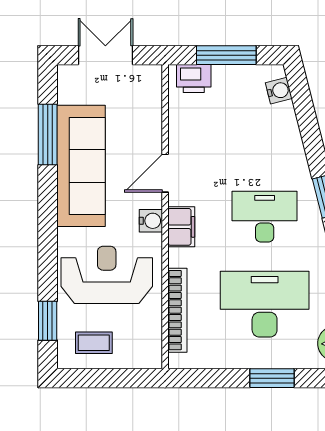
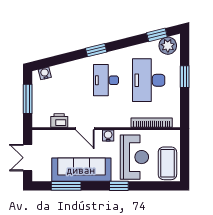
printer: (194, 79) -> (59, 120), moved, turned -90
filing cabinet: (181, 227) -> (111, 121), removed
reception desk: (107, 275) -> (134, 157), turned 180
window: (48, 321) -> (119, 186), moved
coffee table: (94, 343) -> (167, 163), width x1.86, depth x1.72

